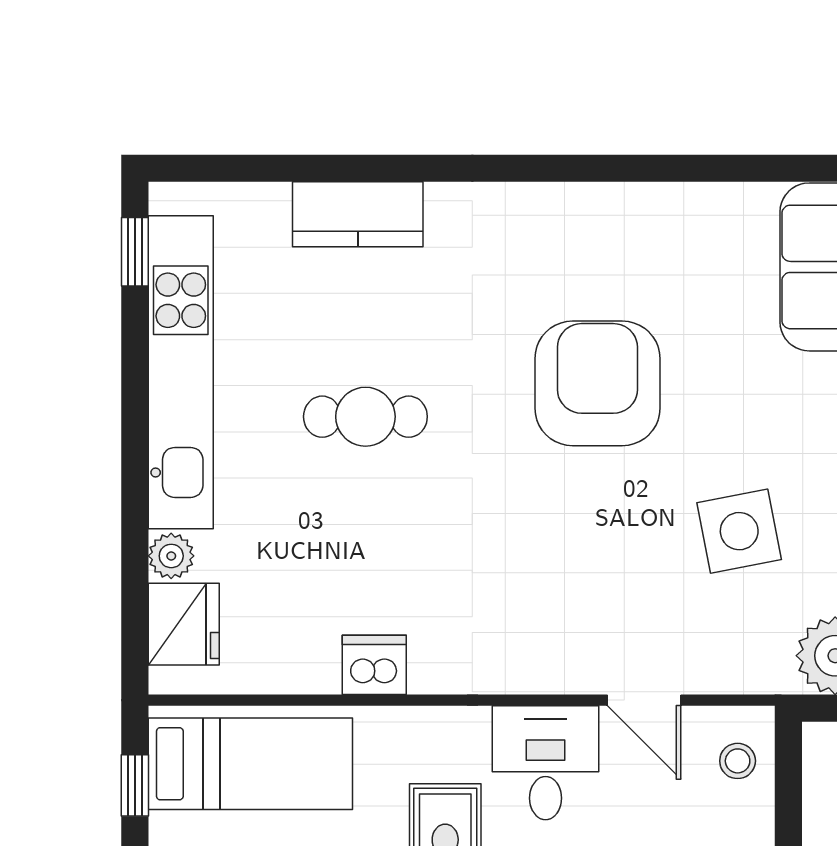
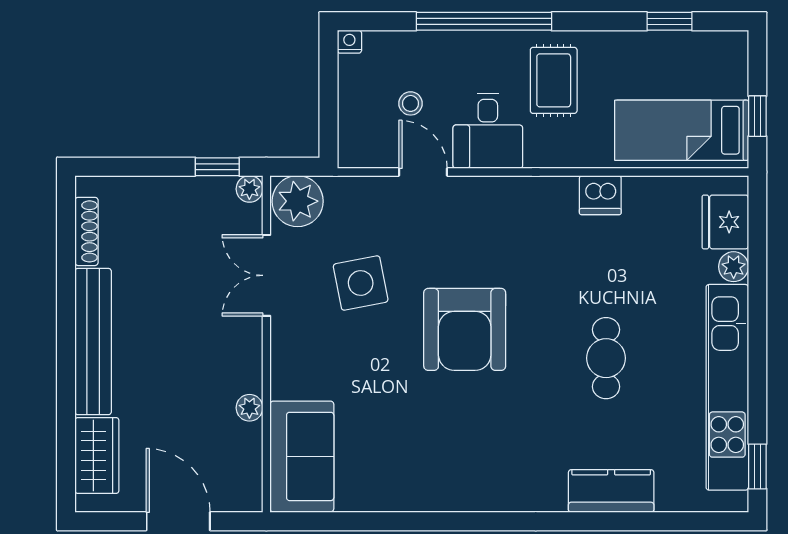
armchair: (597, 383) -> (465, 329), moved
cafe table: (365, 417) -> (606, 358), turned 90
stool: (738, 761) -> (411, 103), moved

